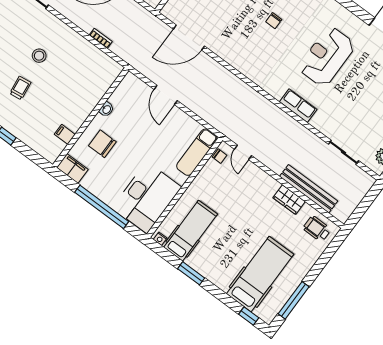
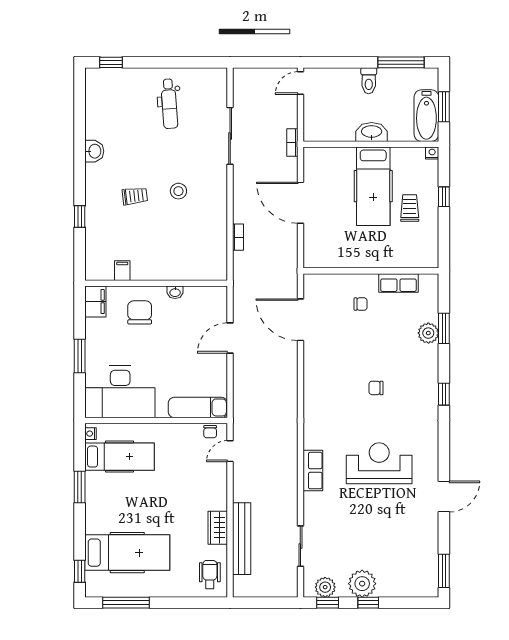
window: (102, 207) -> (80, 356), width x0.47

